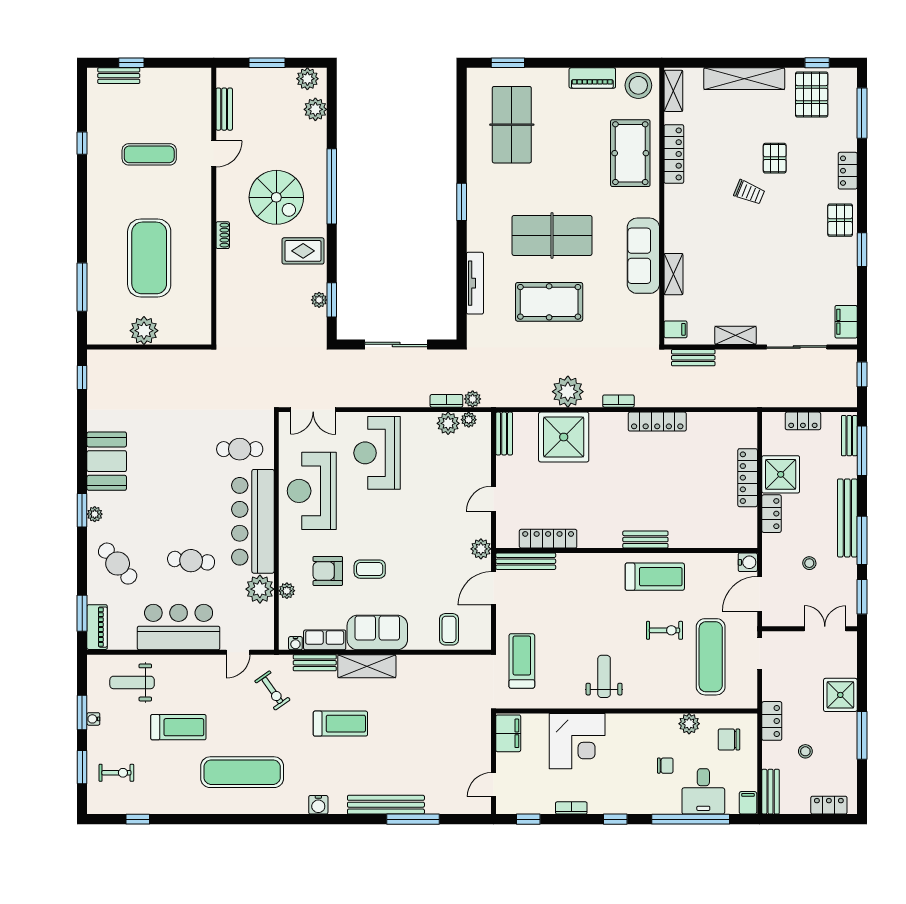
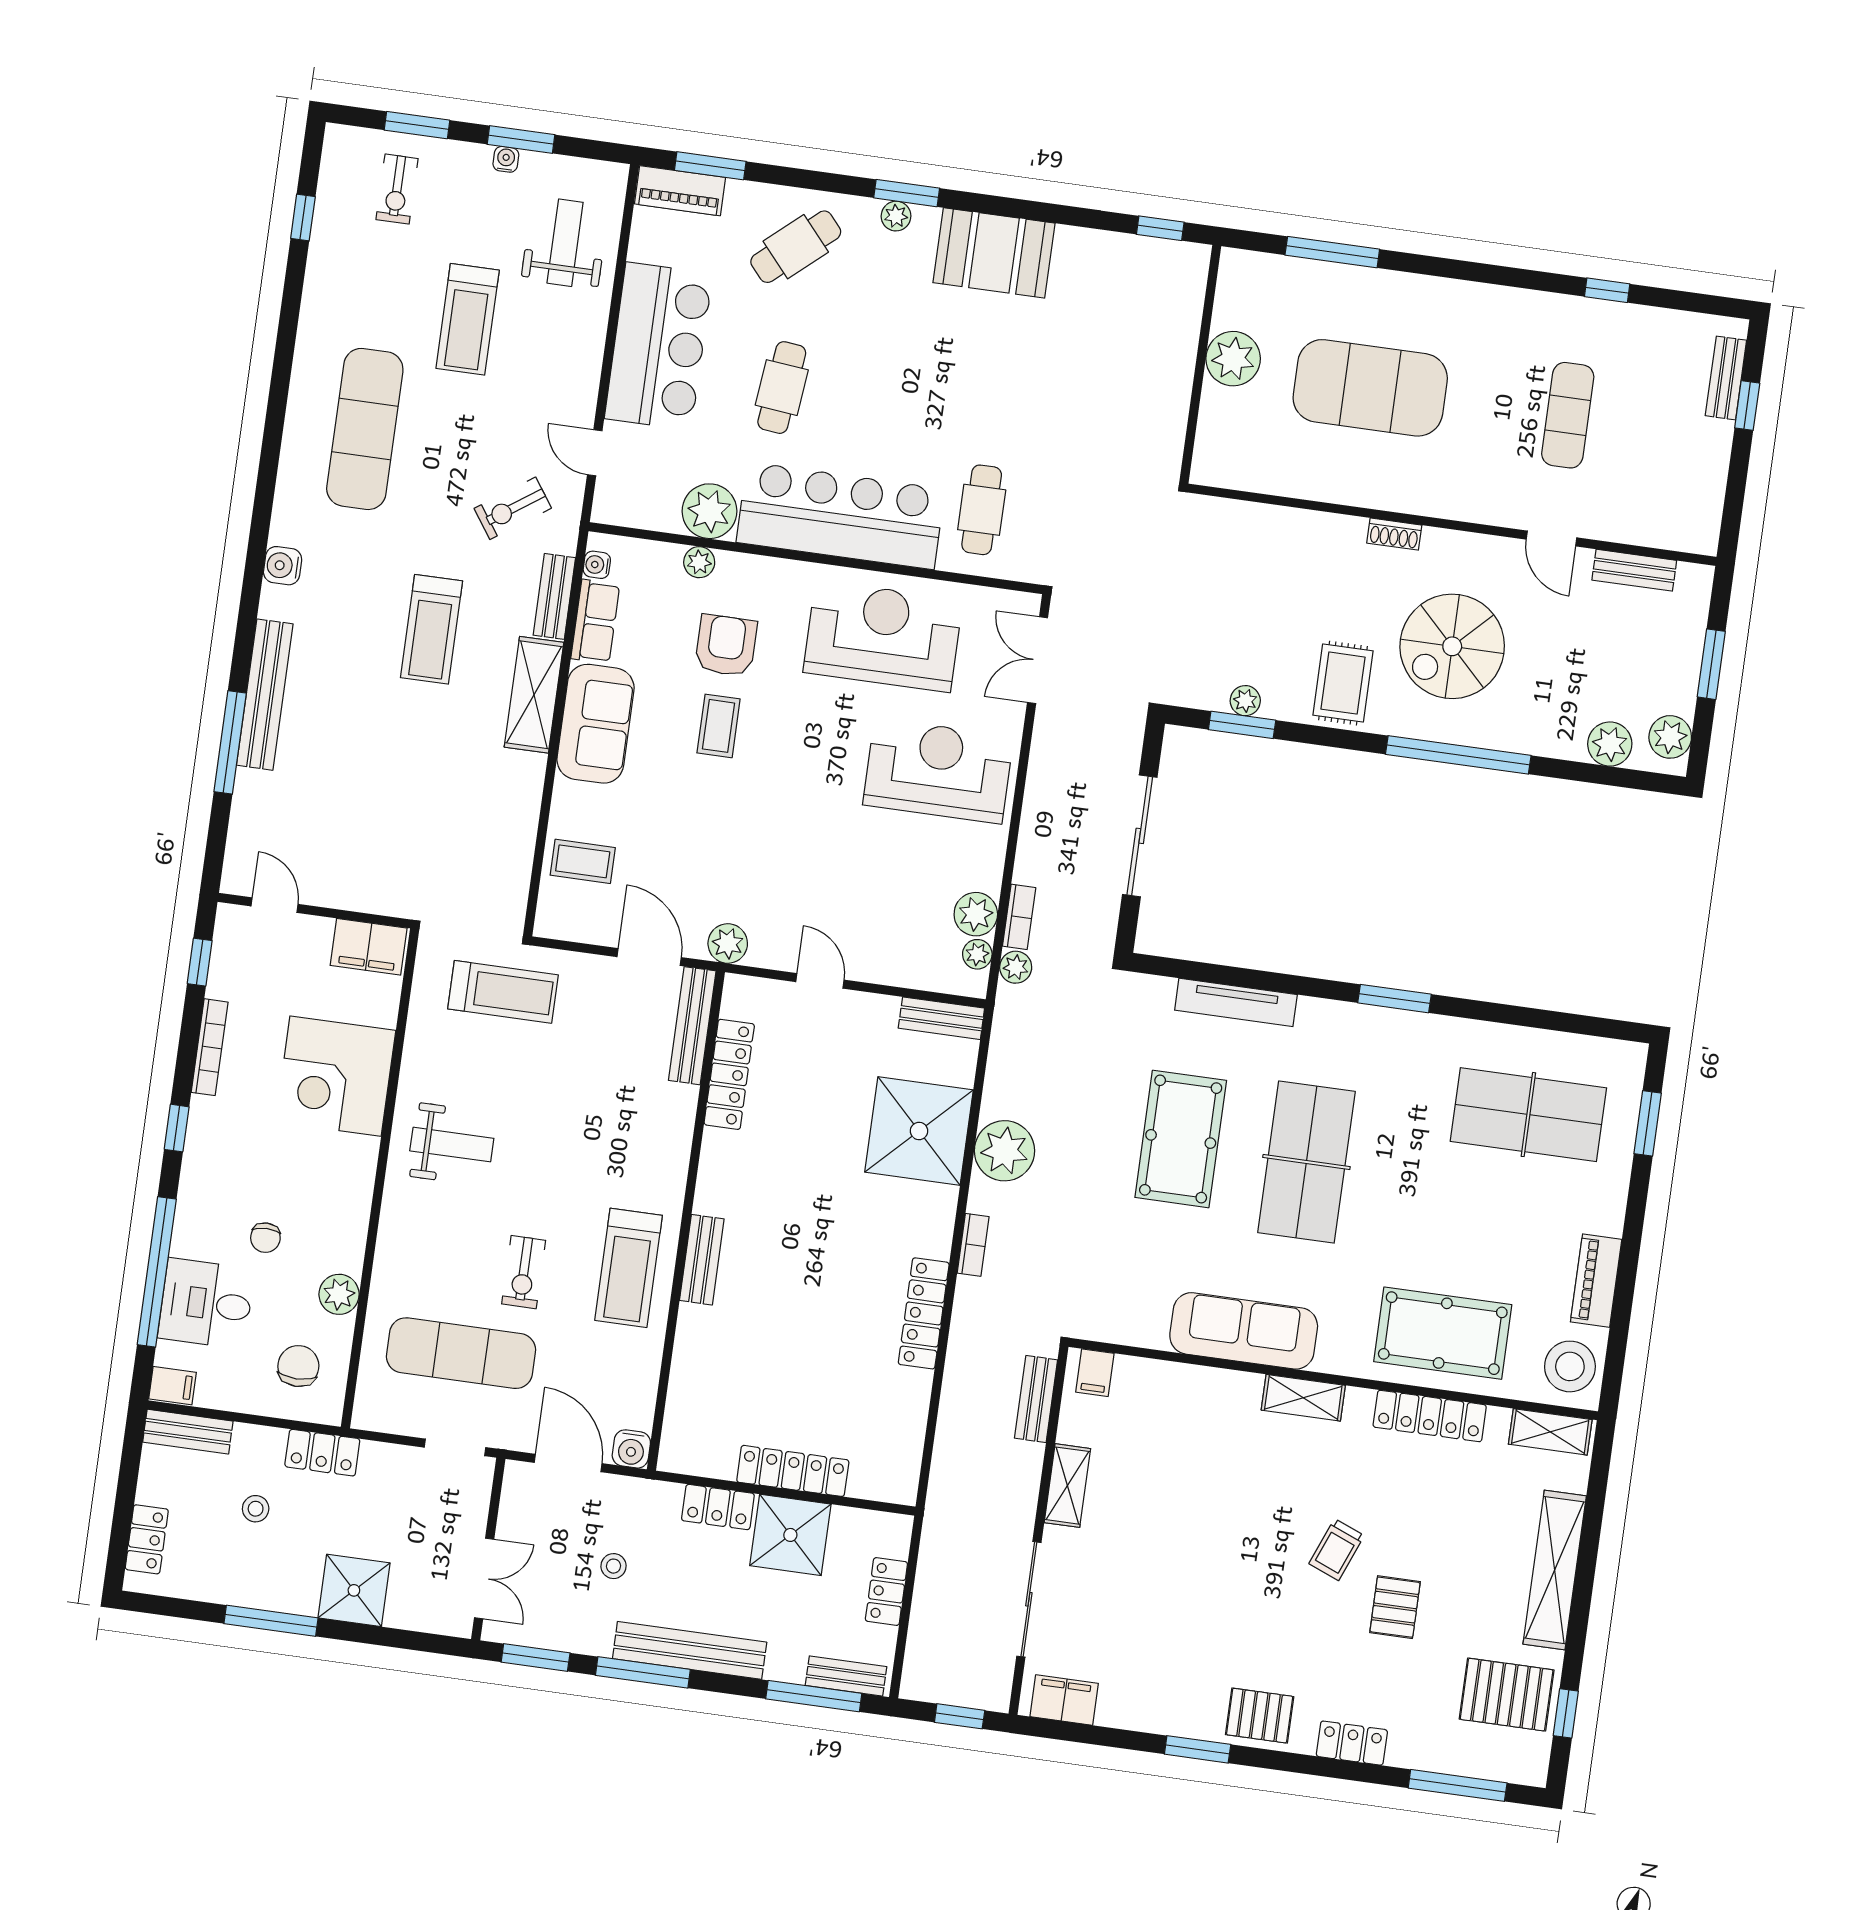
pallet: (775, 158) -> (1395, 1607), turned 90
shelving: (673, 274) -> (1303, 1398), moved
bookcase: (571, 808) -> (210, 1047), width x1.56

